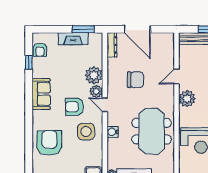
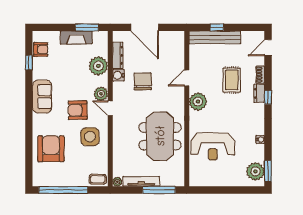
dresser: (112, 45) -> (118, 55), moved
armchair: (40, 50) -> (41, 49), turned -90
plant: (94, 75) -> (98, 66), moved
chair: (135, 80) -> (143, 81), turned -90
water cooler: (113, 132) -> (118, 75), moved

